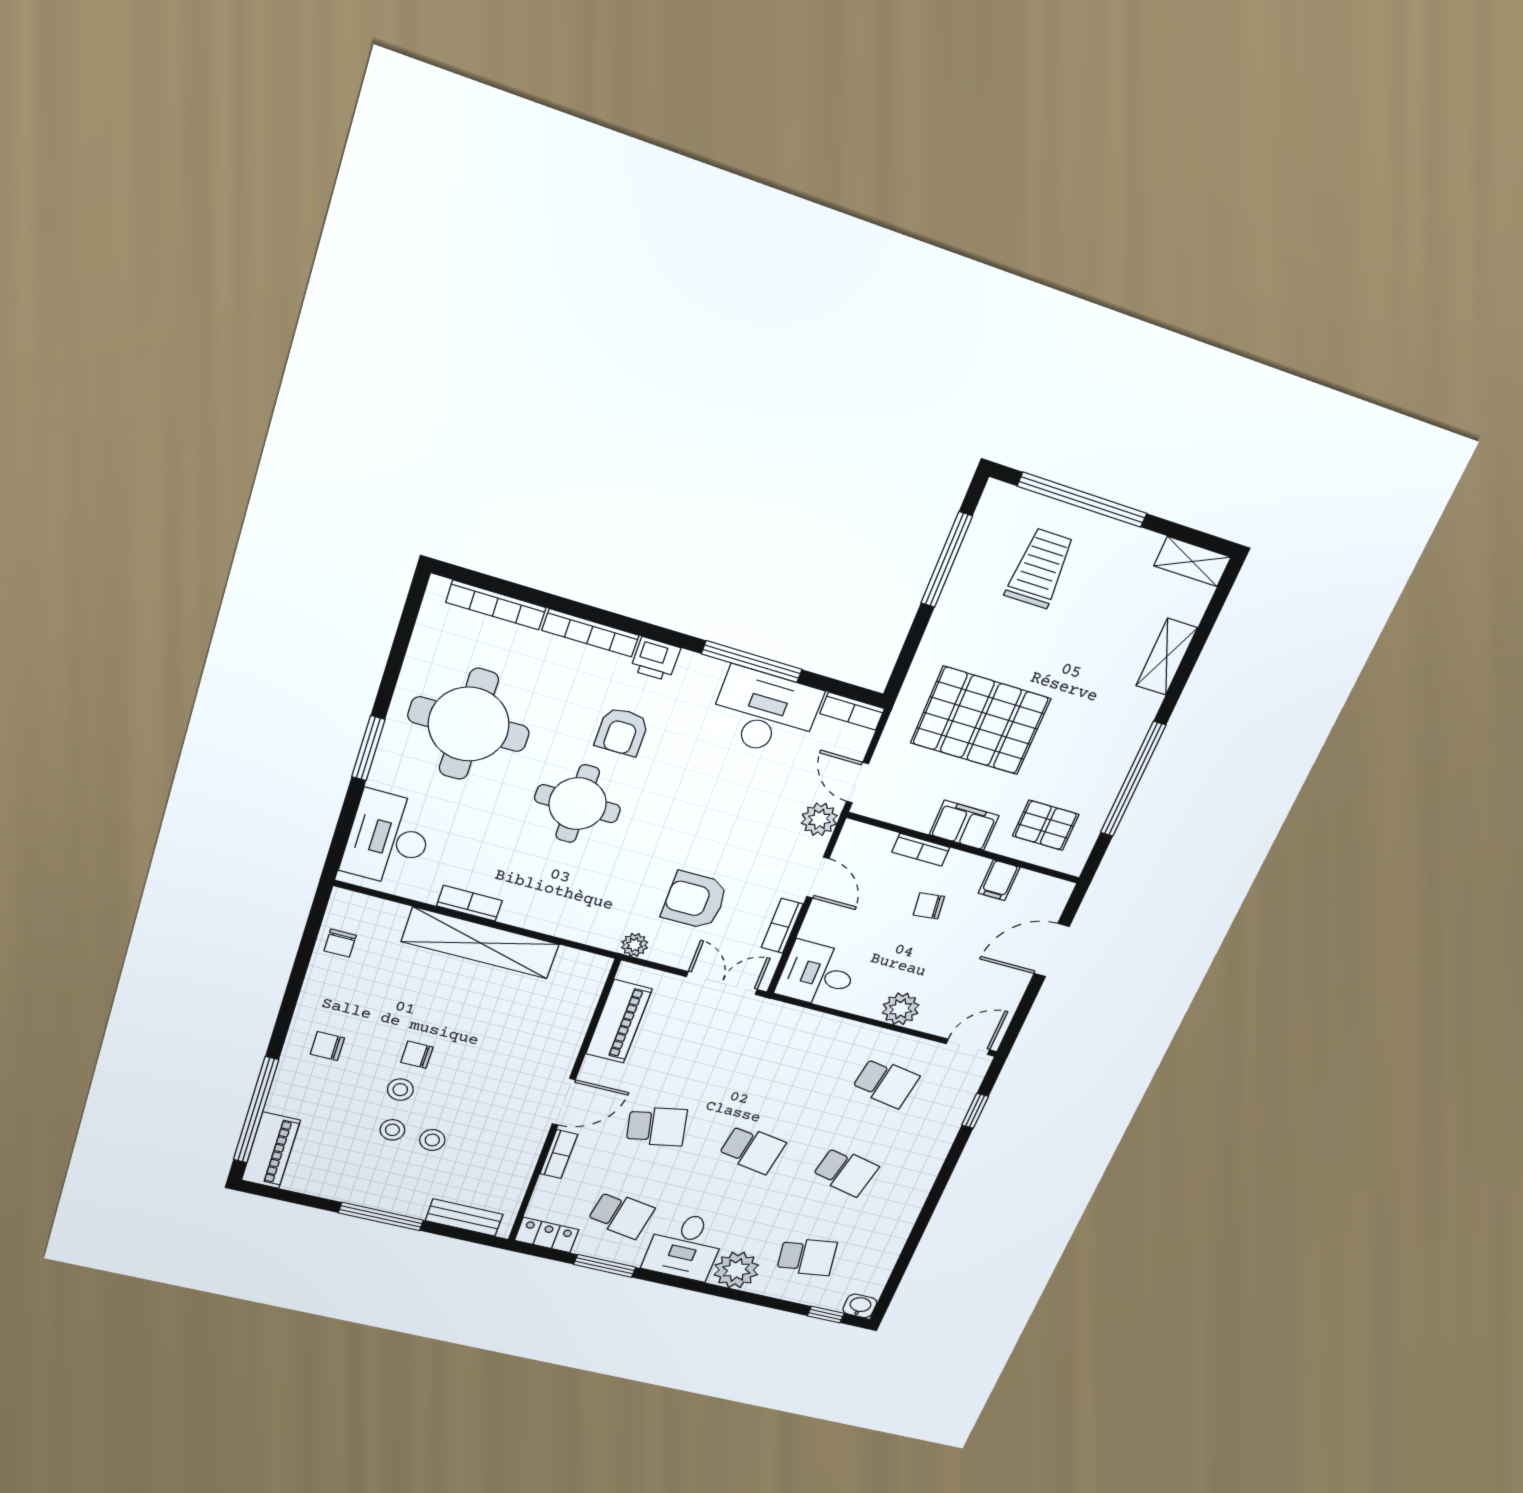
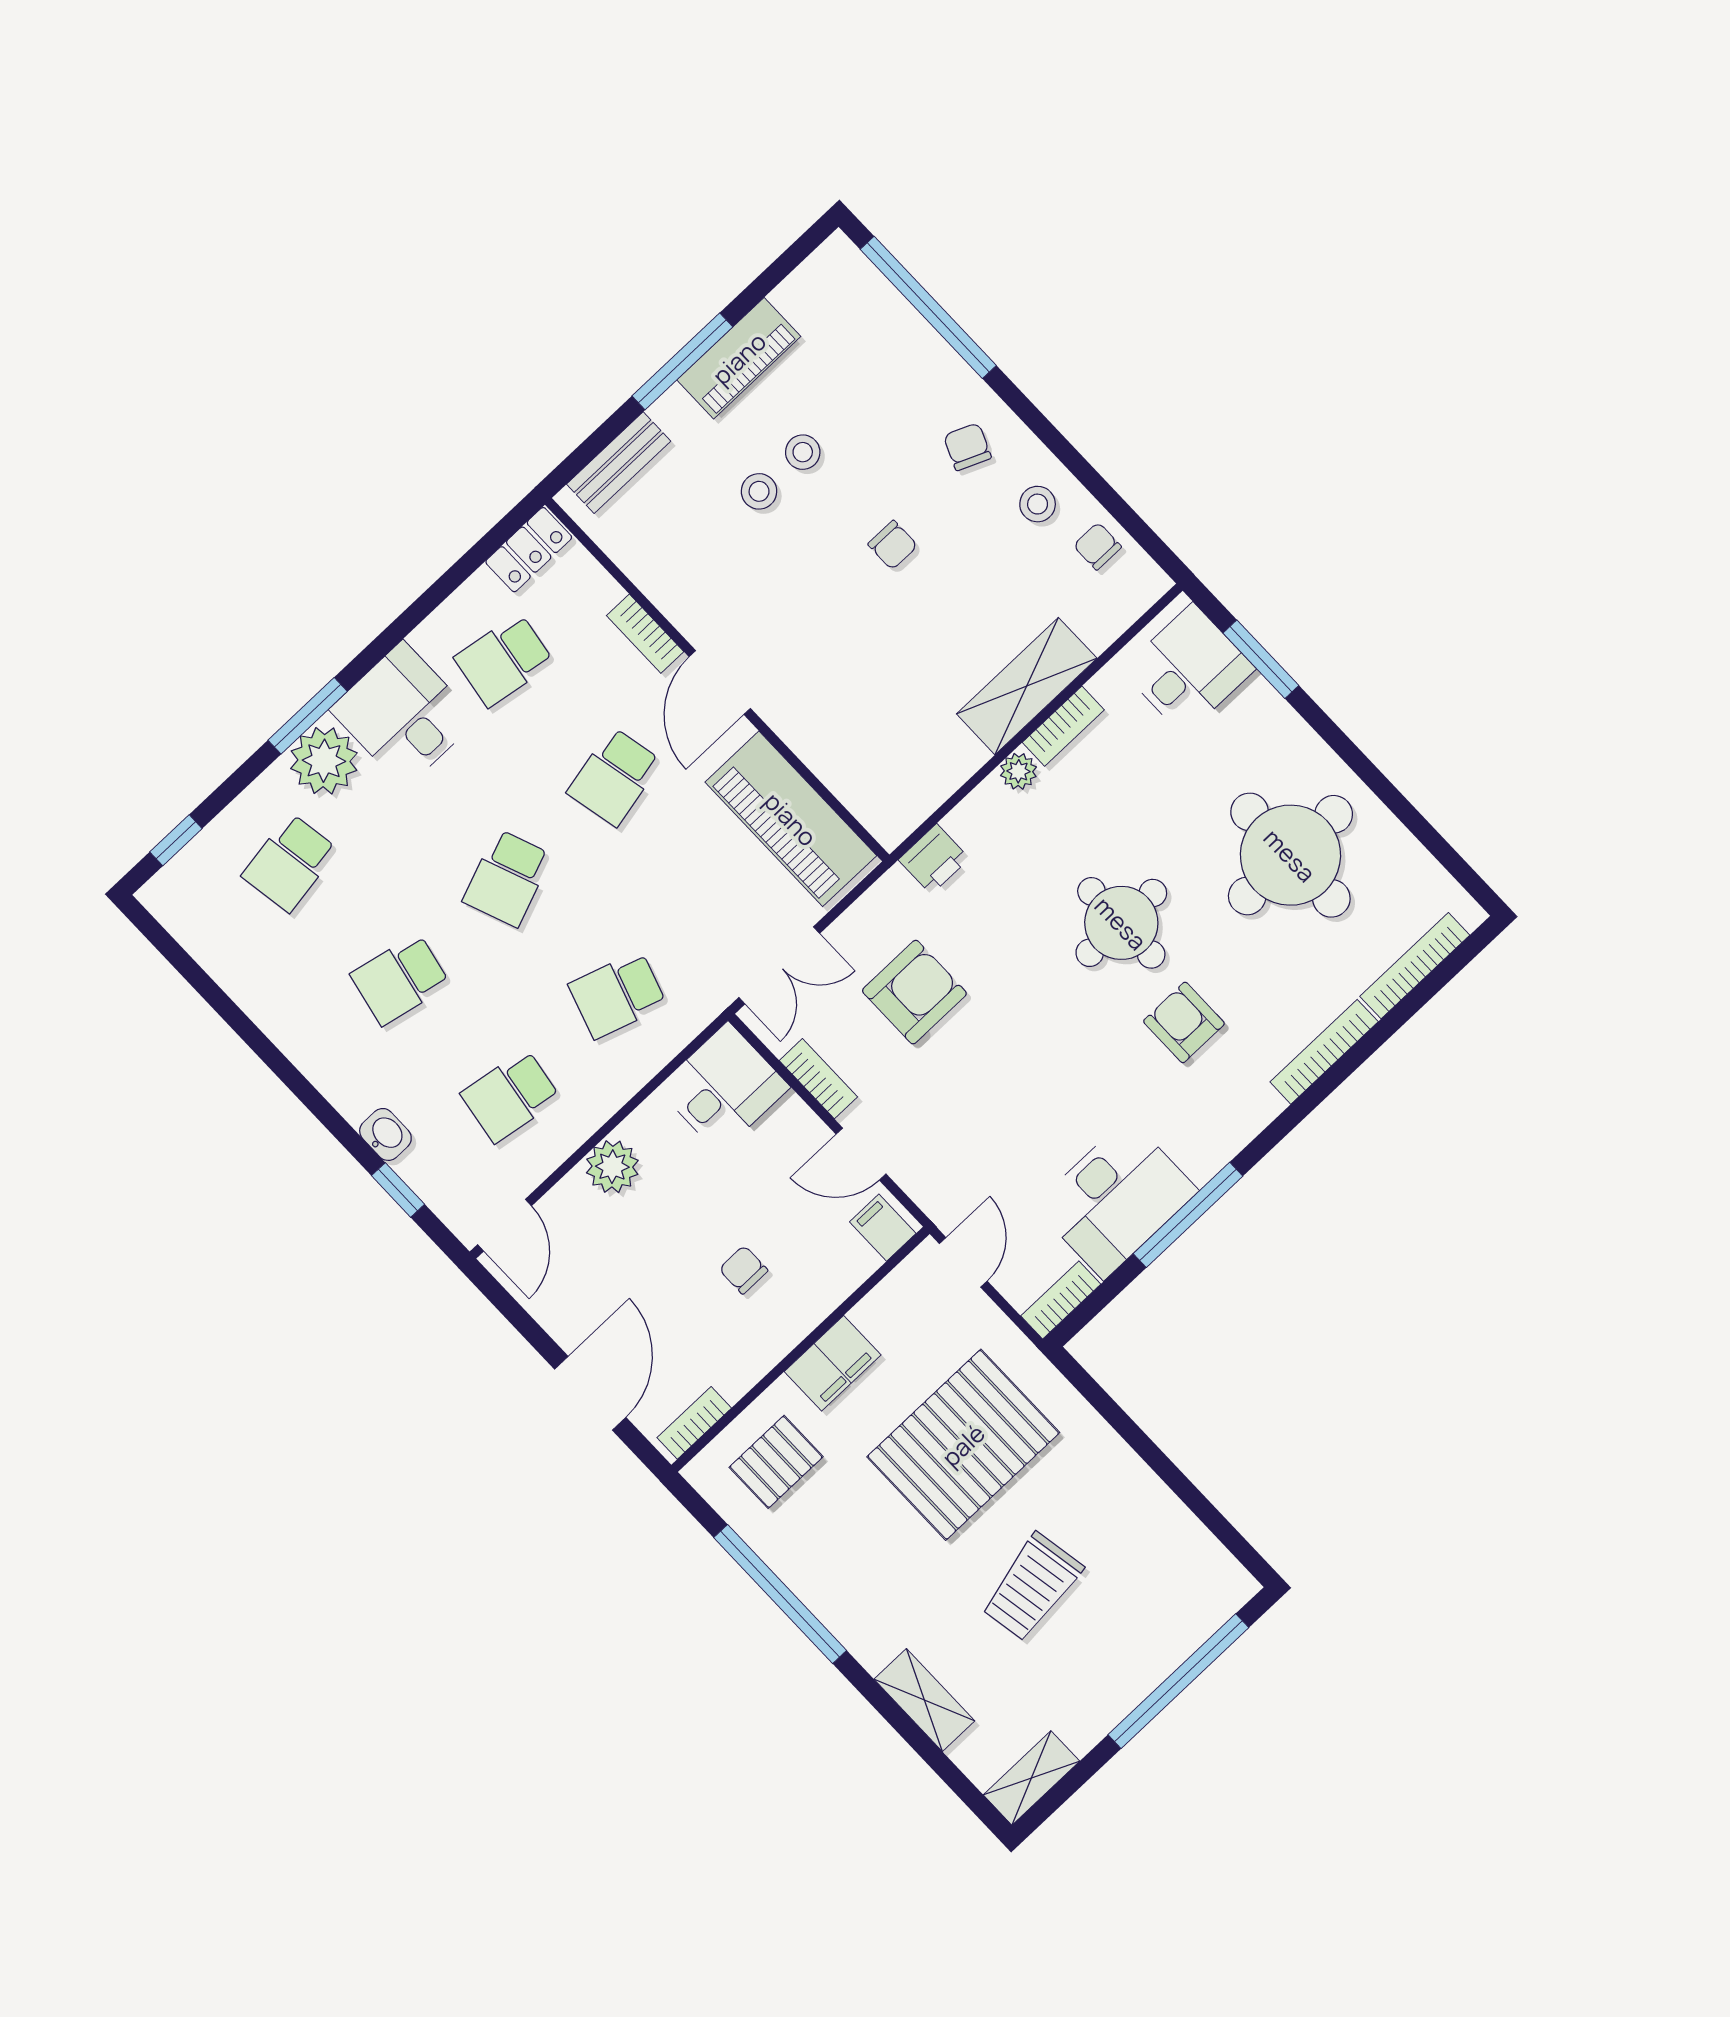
window: (947, 560) -> (1190, 1495), removed
trolley: (1040, 568) -> (1032, 1587), moved, turned 80
printer: (655, 659) -> (934, 859), moved, turned 180
window: (368, 748) -> (1261, 659), moved
door: (857, 783) -> (963, 1262), hinge flipped
plant: (819, 819) -> (940, 1194), removed
desk: (388, 839) -> (1188, 669), width x0.73
bookcase: (921, 850) -> (694, 1423), moved
filing cabinet: (999, 880) -> (883, 1228), moved
chair: (929, 906) -> (743, 1270), turned -83
shelving: (480, 943) -> (1027, 686), width x0.68
plant: (635, 945) -> (1018, 771), moved
piano: (619, 1021) -> (791, 819), width x1.37, depth x1.33
chair: (327, 1046) -> (967, 447), turned -67
chair: (417, 1055) -> (893, 545), turned 90
school desk: (791, 1059) -> (618, 995), added
stool: (400, 1090) -> (1038, 504), moved
school desk: (752, 1149) -> (507, 878), turned -30
piano: (271, 1150) -> (739, 358), moved, turned -90
window: (605, 1266) -> (308, 716), moved
washbasin: (860, 1306) -> (385, 1134), moved, turned -90

